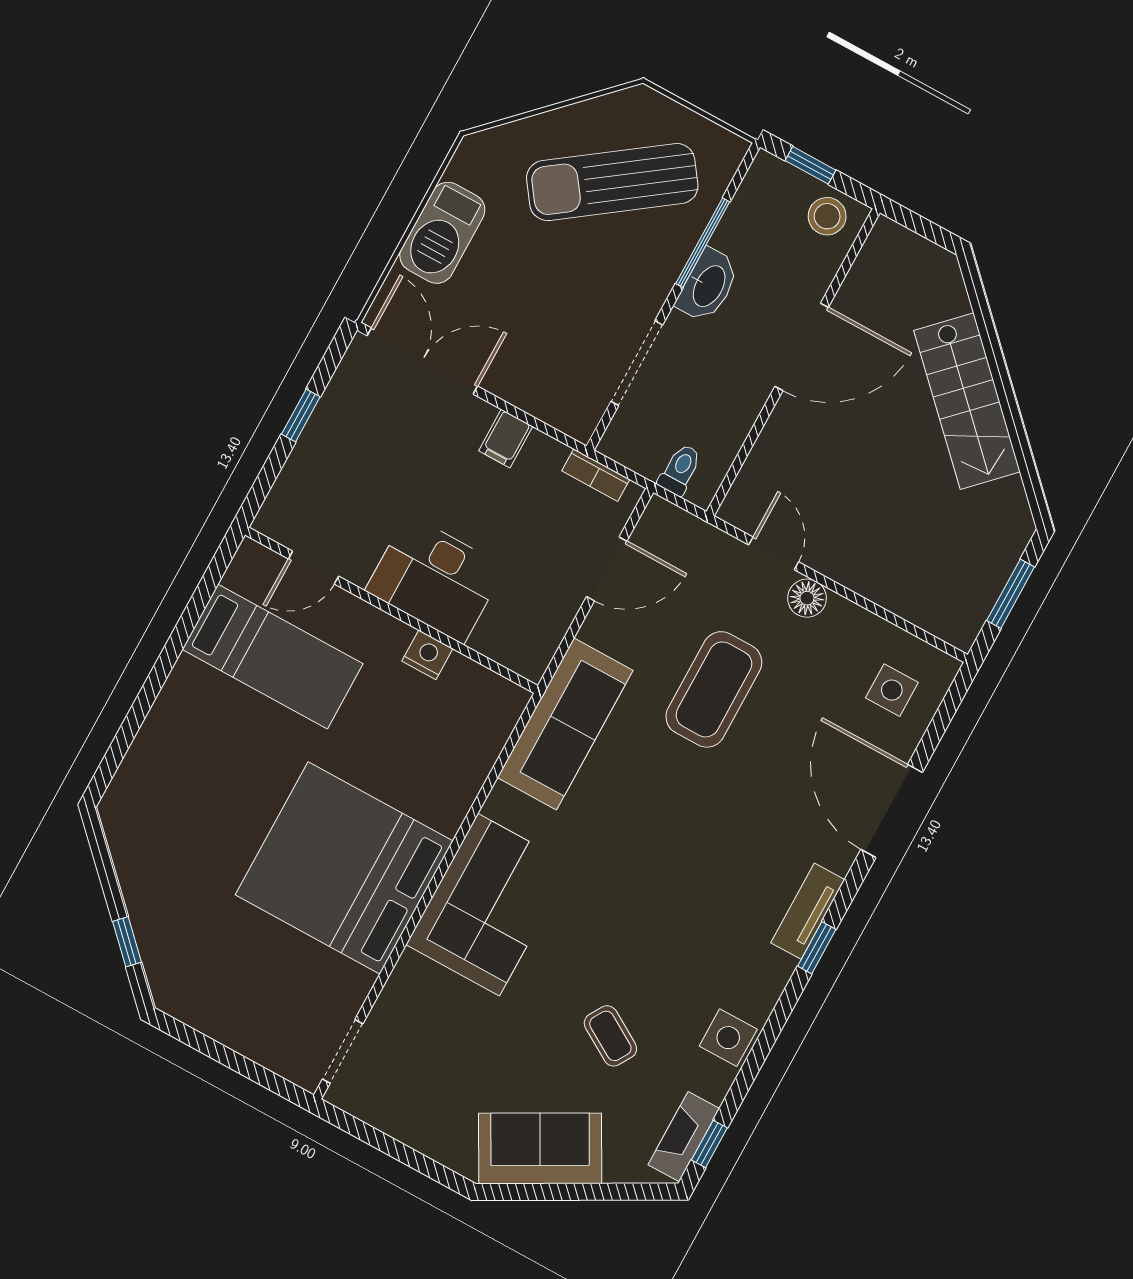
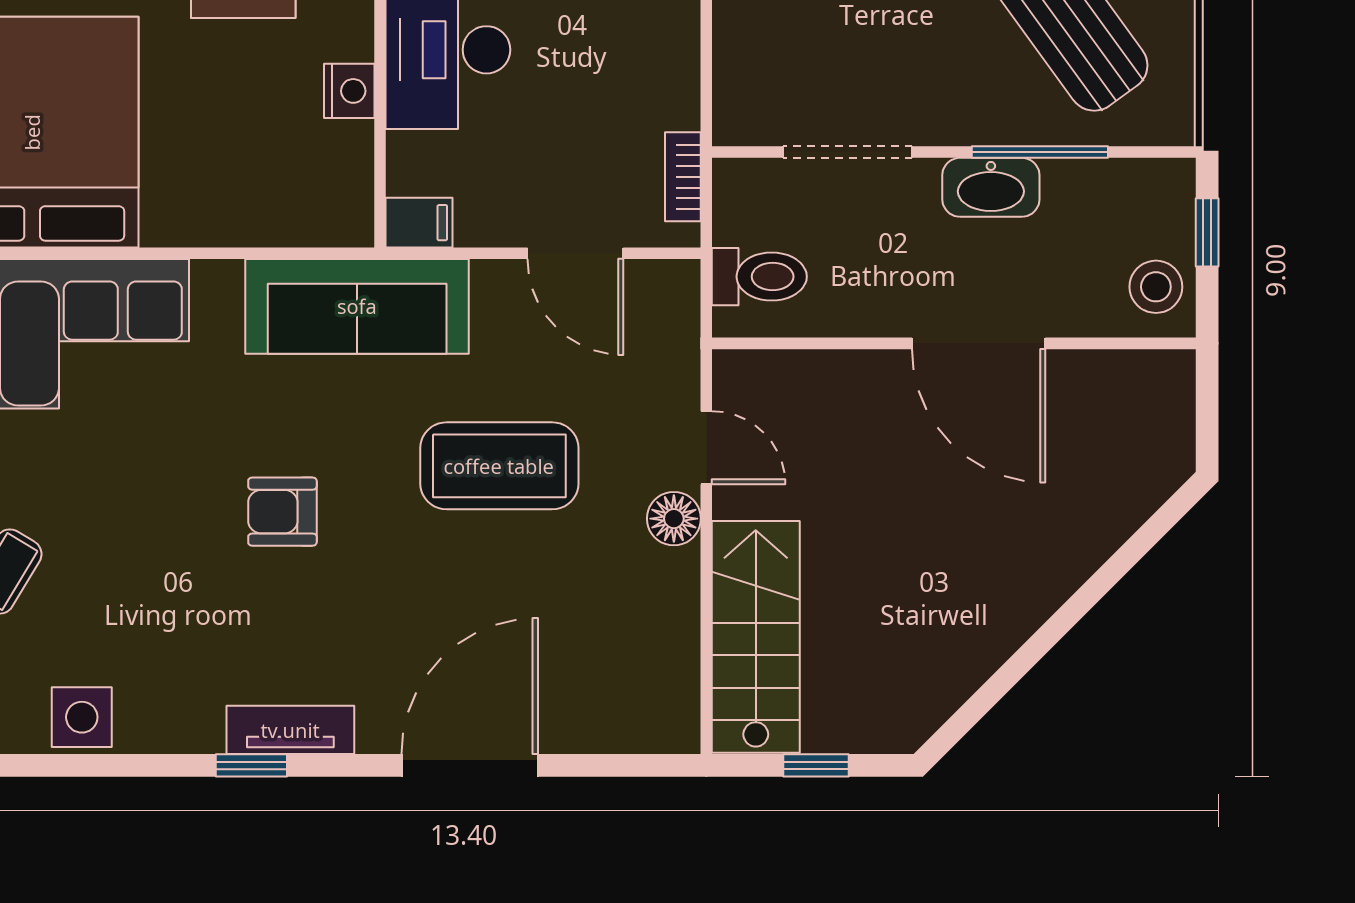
stairs: (967, 401) -> (756, 637), moved, turned 135
filing cabinet: (506, 439) -> (419, 223), moved, turned 180
toilet: (680, 470) -> (759, 277), width x1.37, depth x1.39
door: (774, 553) -> (706, 448), hinge flipped
window: (1011, 594) -> (816, 765), width x0.67
side table: (892, 690) -> (618, 684), removed
armchair: (668, 841) -> (282, 512), added

